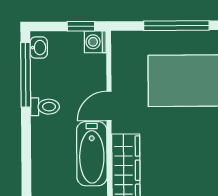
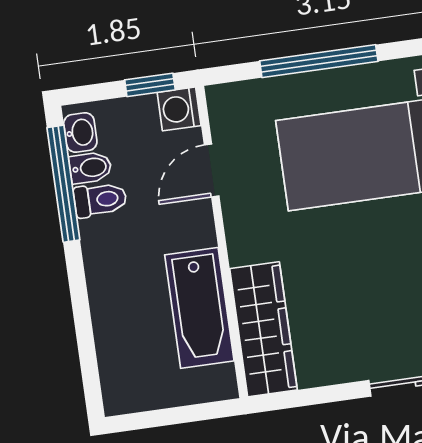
bidet: (42, 68) -> (90, 168), added
door: (109, 106) -> (212, 170), moved
toilet: (45, 107) -> (100, 200), moved

